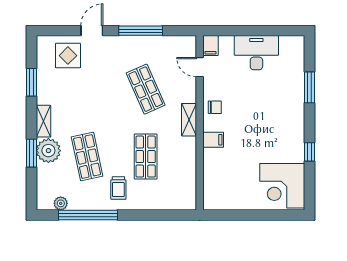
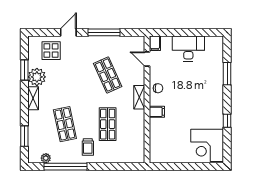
plant: (48, 151) -> (37, 77), moved
window: (31, 153) -> (24, 136), moved

